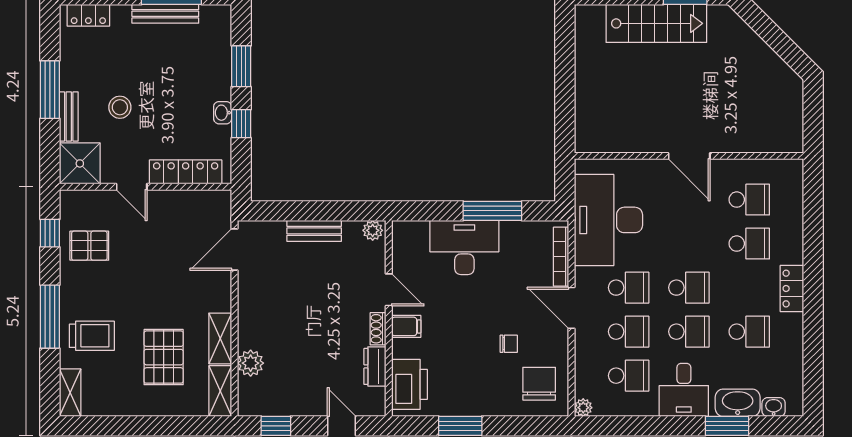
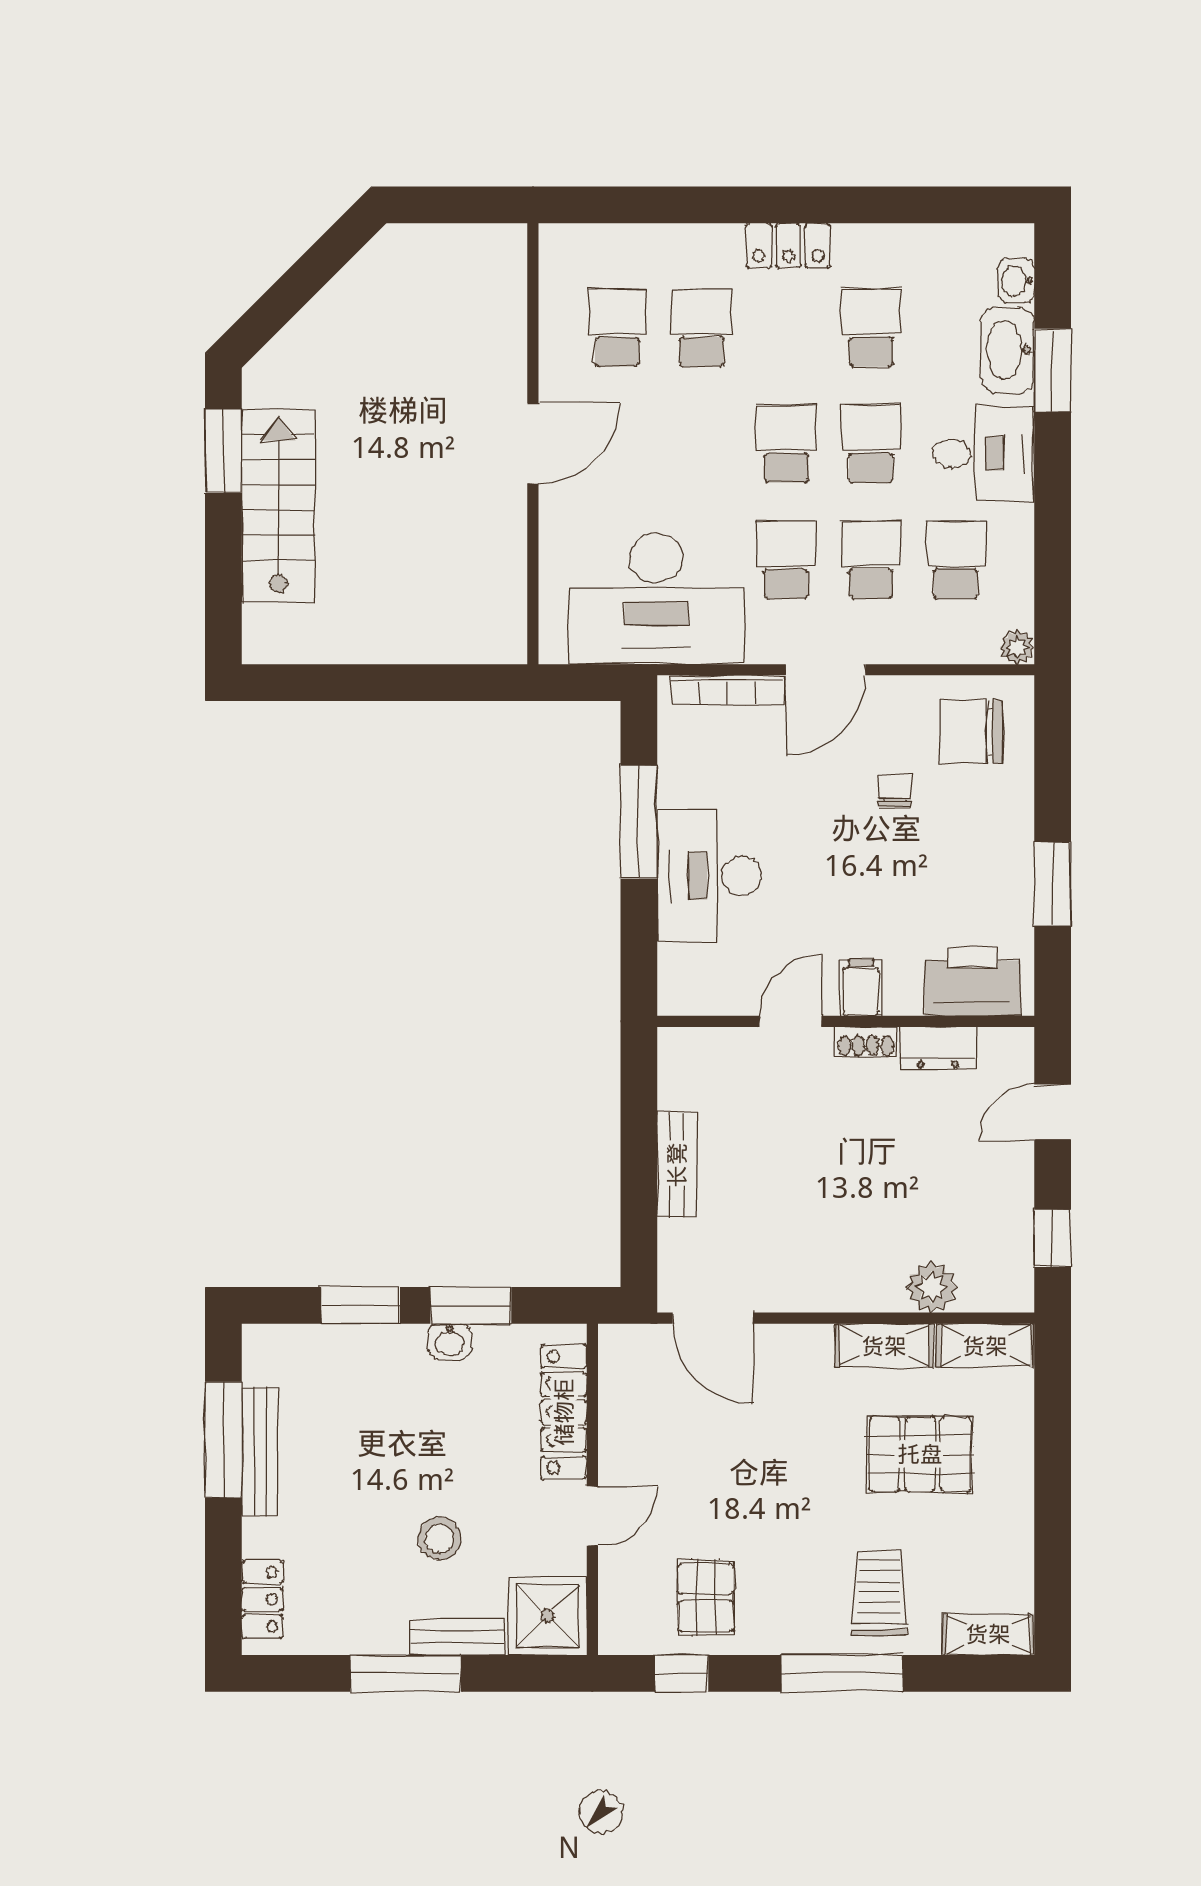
window: (241, 124) -> (471, 1305), width x1.50
plant: (373, 230) -> (676, 1052), removed

